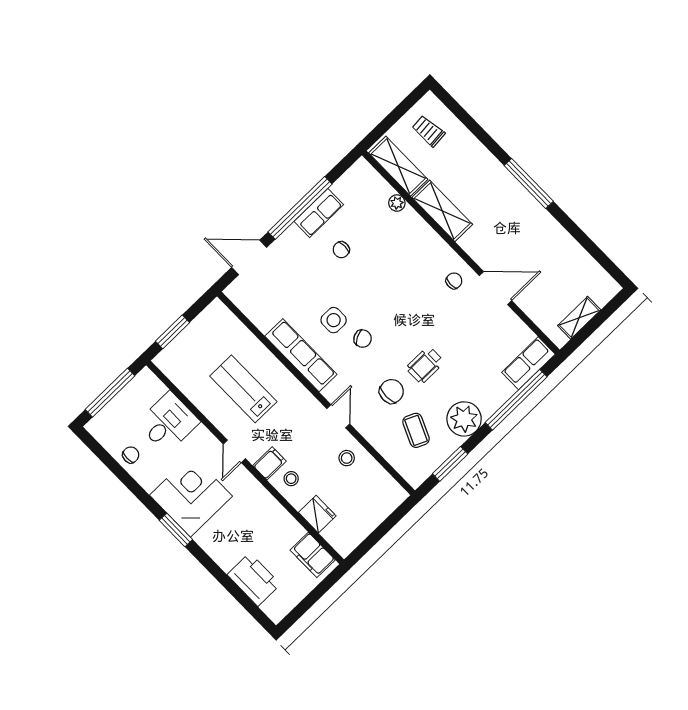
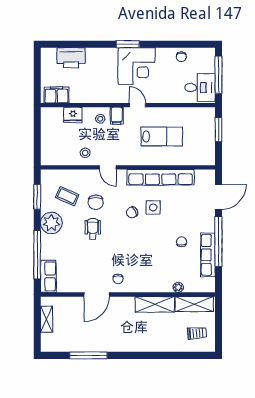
window: (529, 183) -> (88, 355), moved
row of seats: (319, 213) -> (208, 255), width x1.48
row of seats: (301, 355) -> (161, 177), width x1.36
desk: (168, 422) -> (200, 88), moved, turned -90

